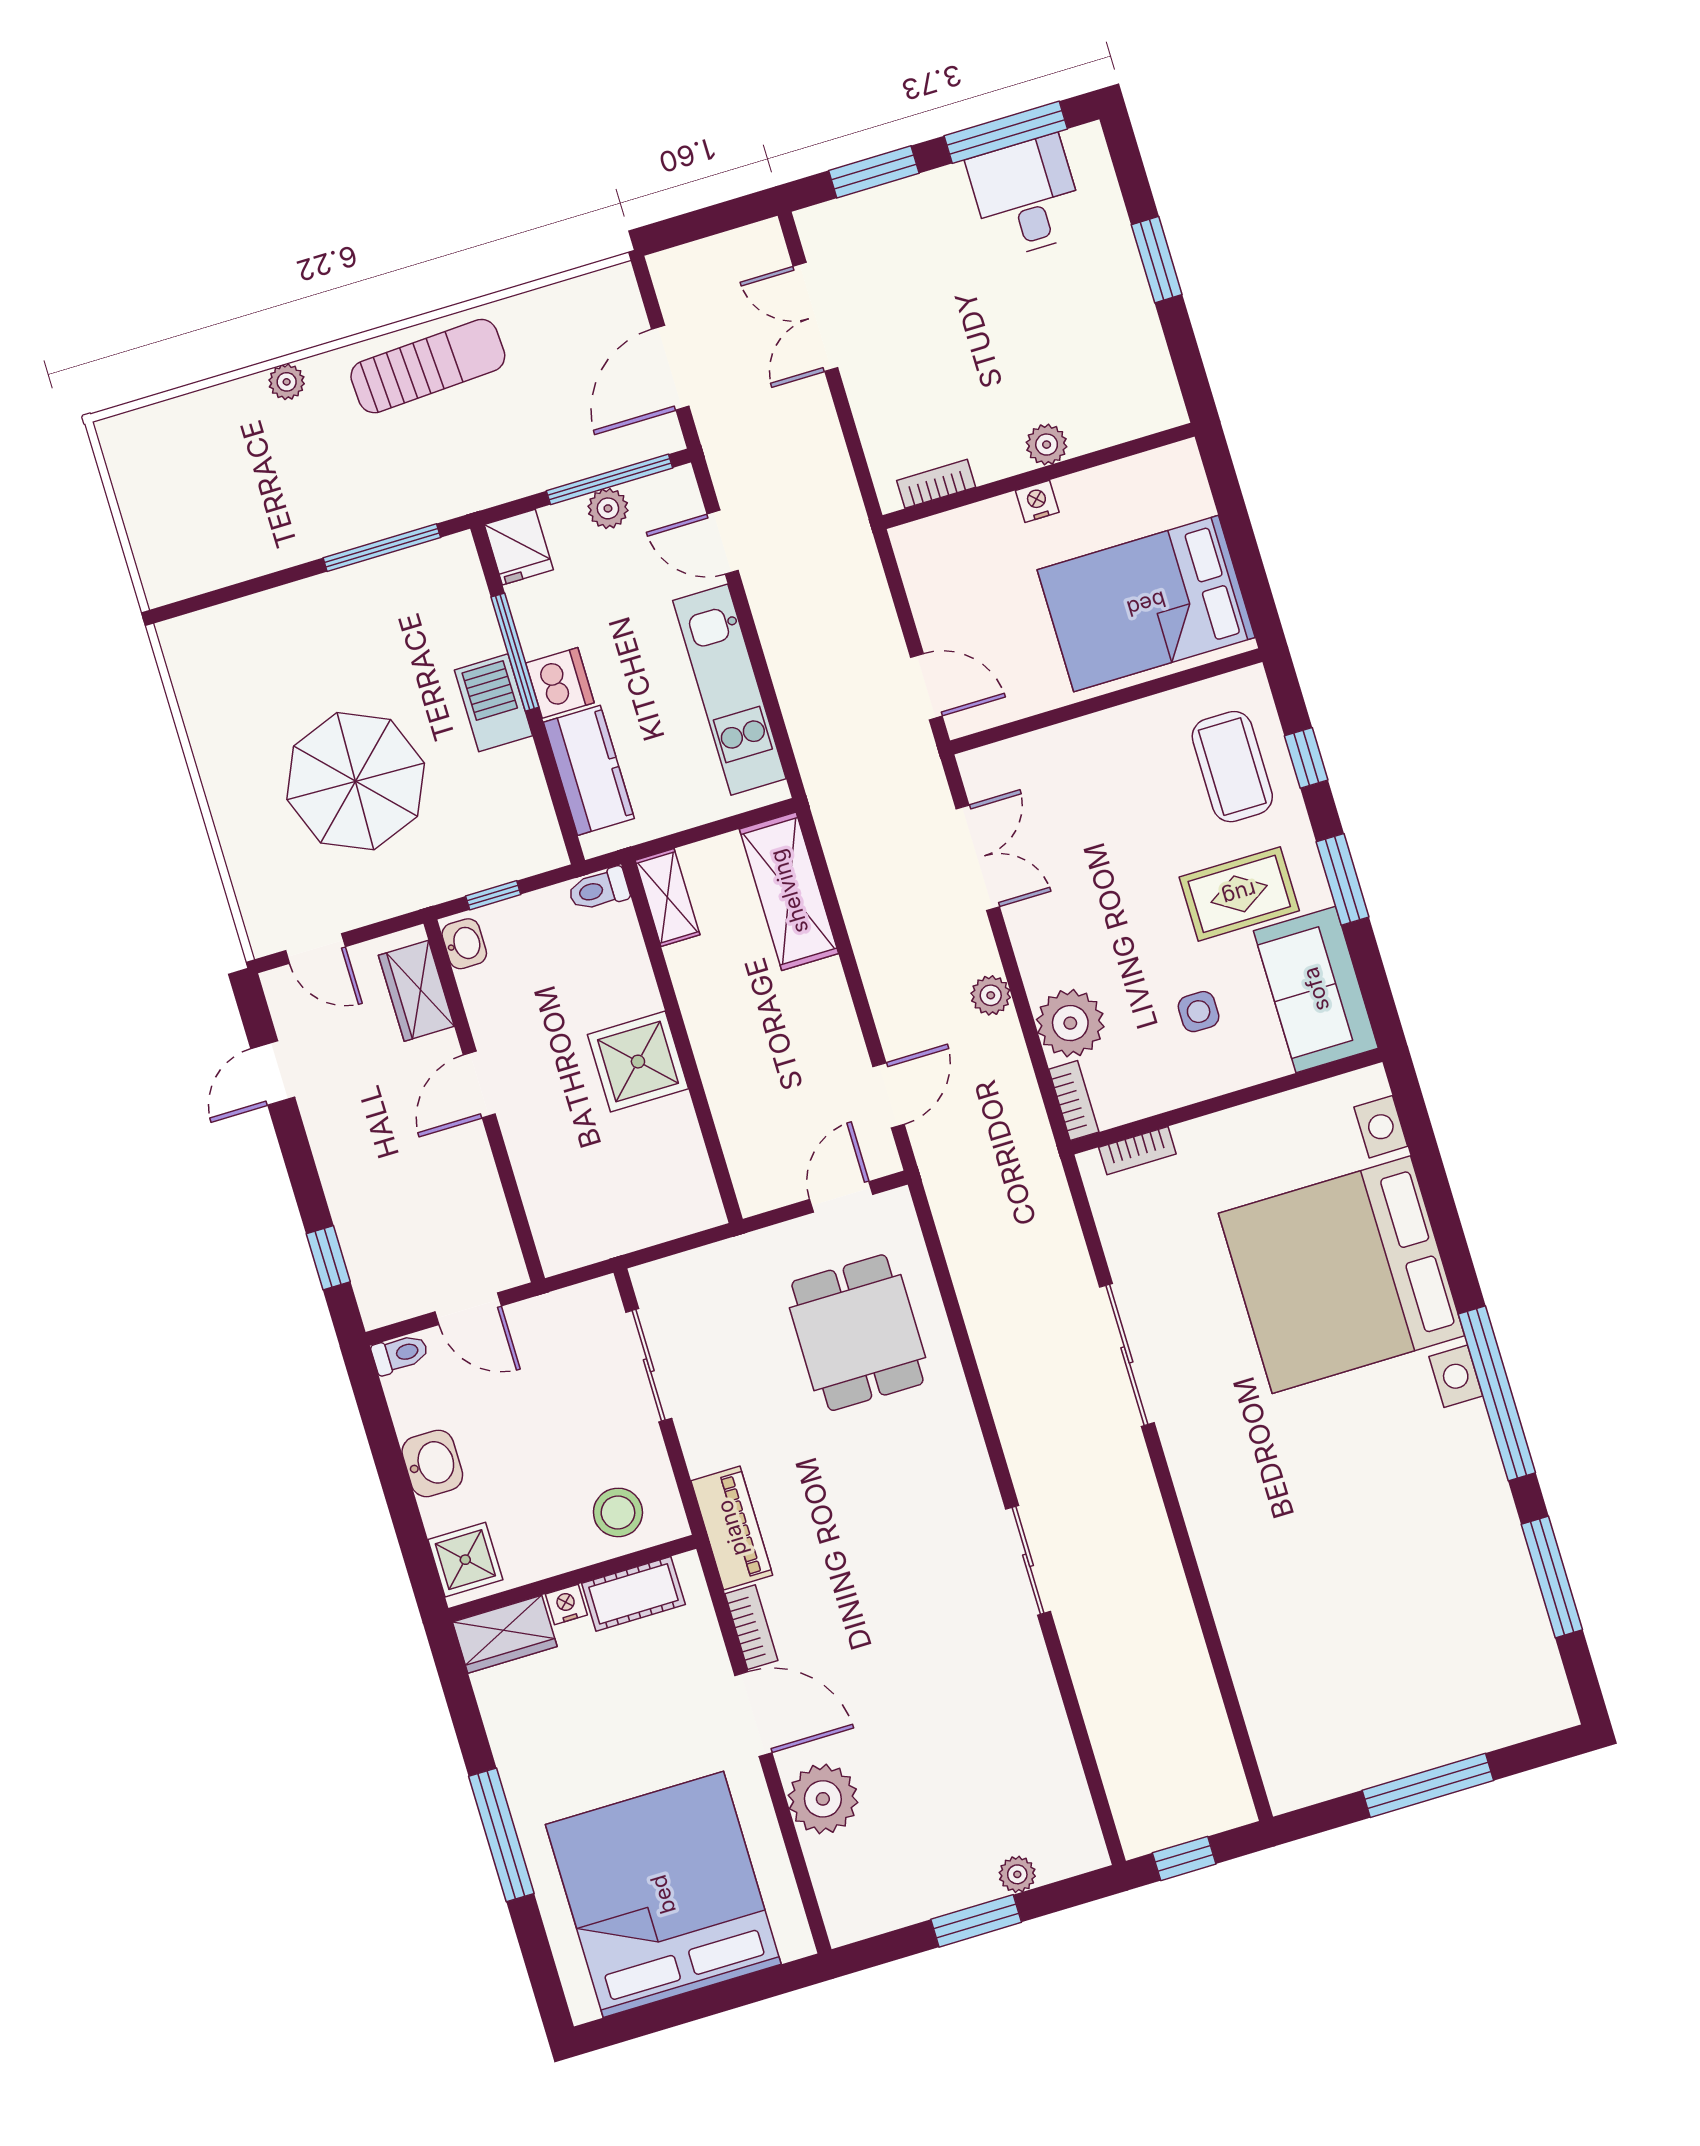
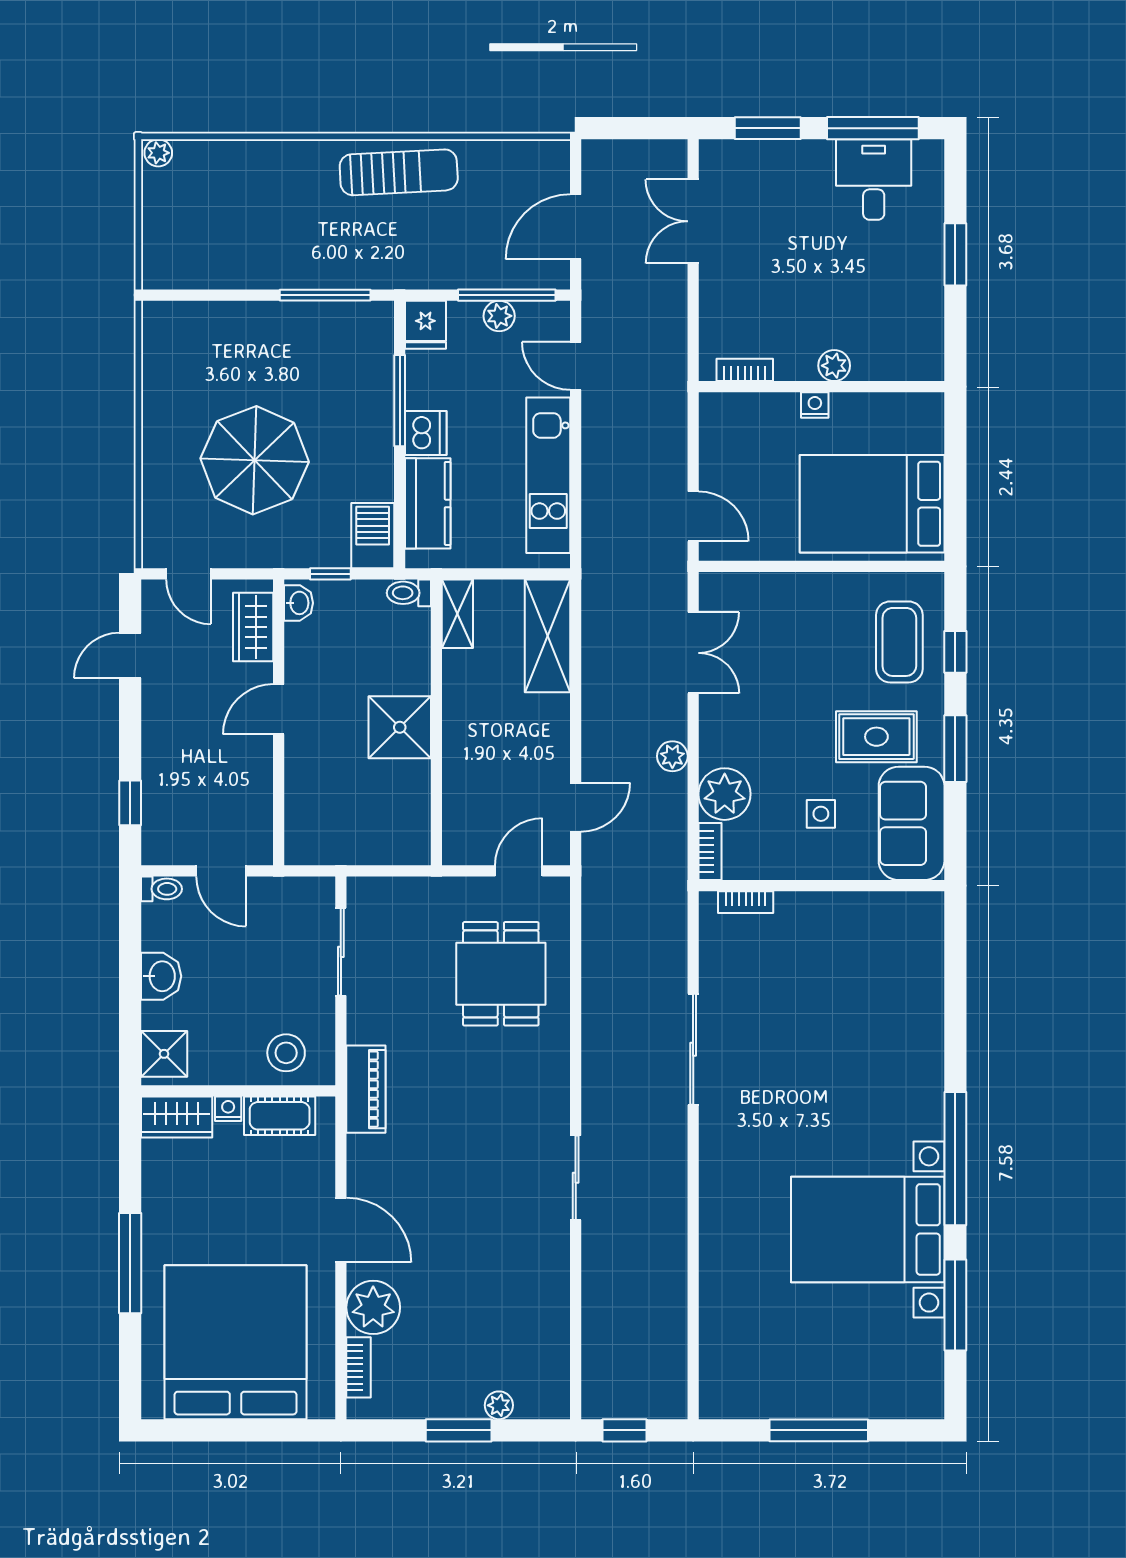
plant: (287, 382) -> (158, 153), moved
barbecue: (493, 703) -> (373, 536), moved
bed with nightstands: (1341, 1275) -> (868, 1229), moved, width x0.73
bookcase: (751, 1627) -> (359, 1367), moved

